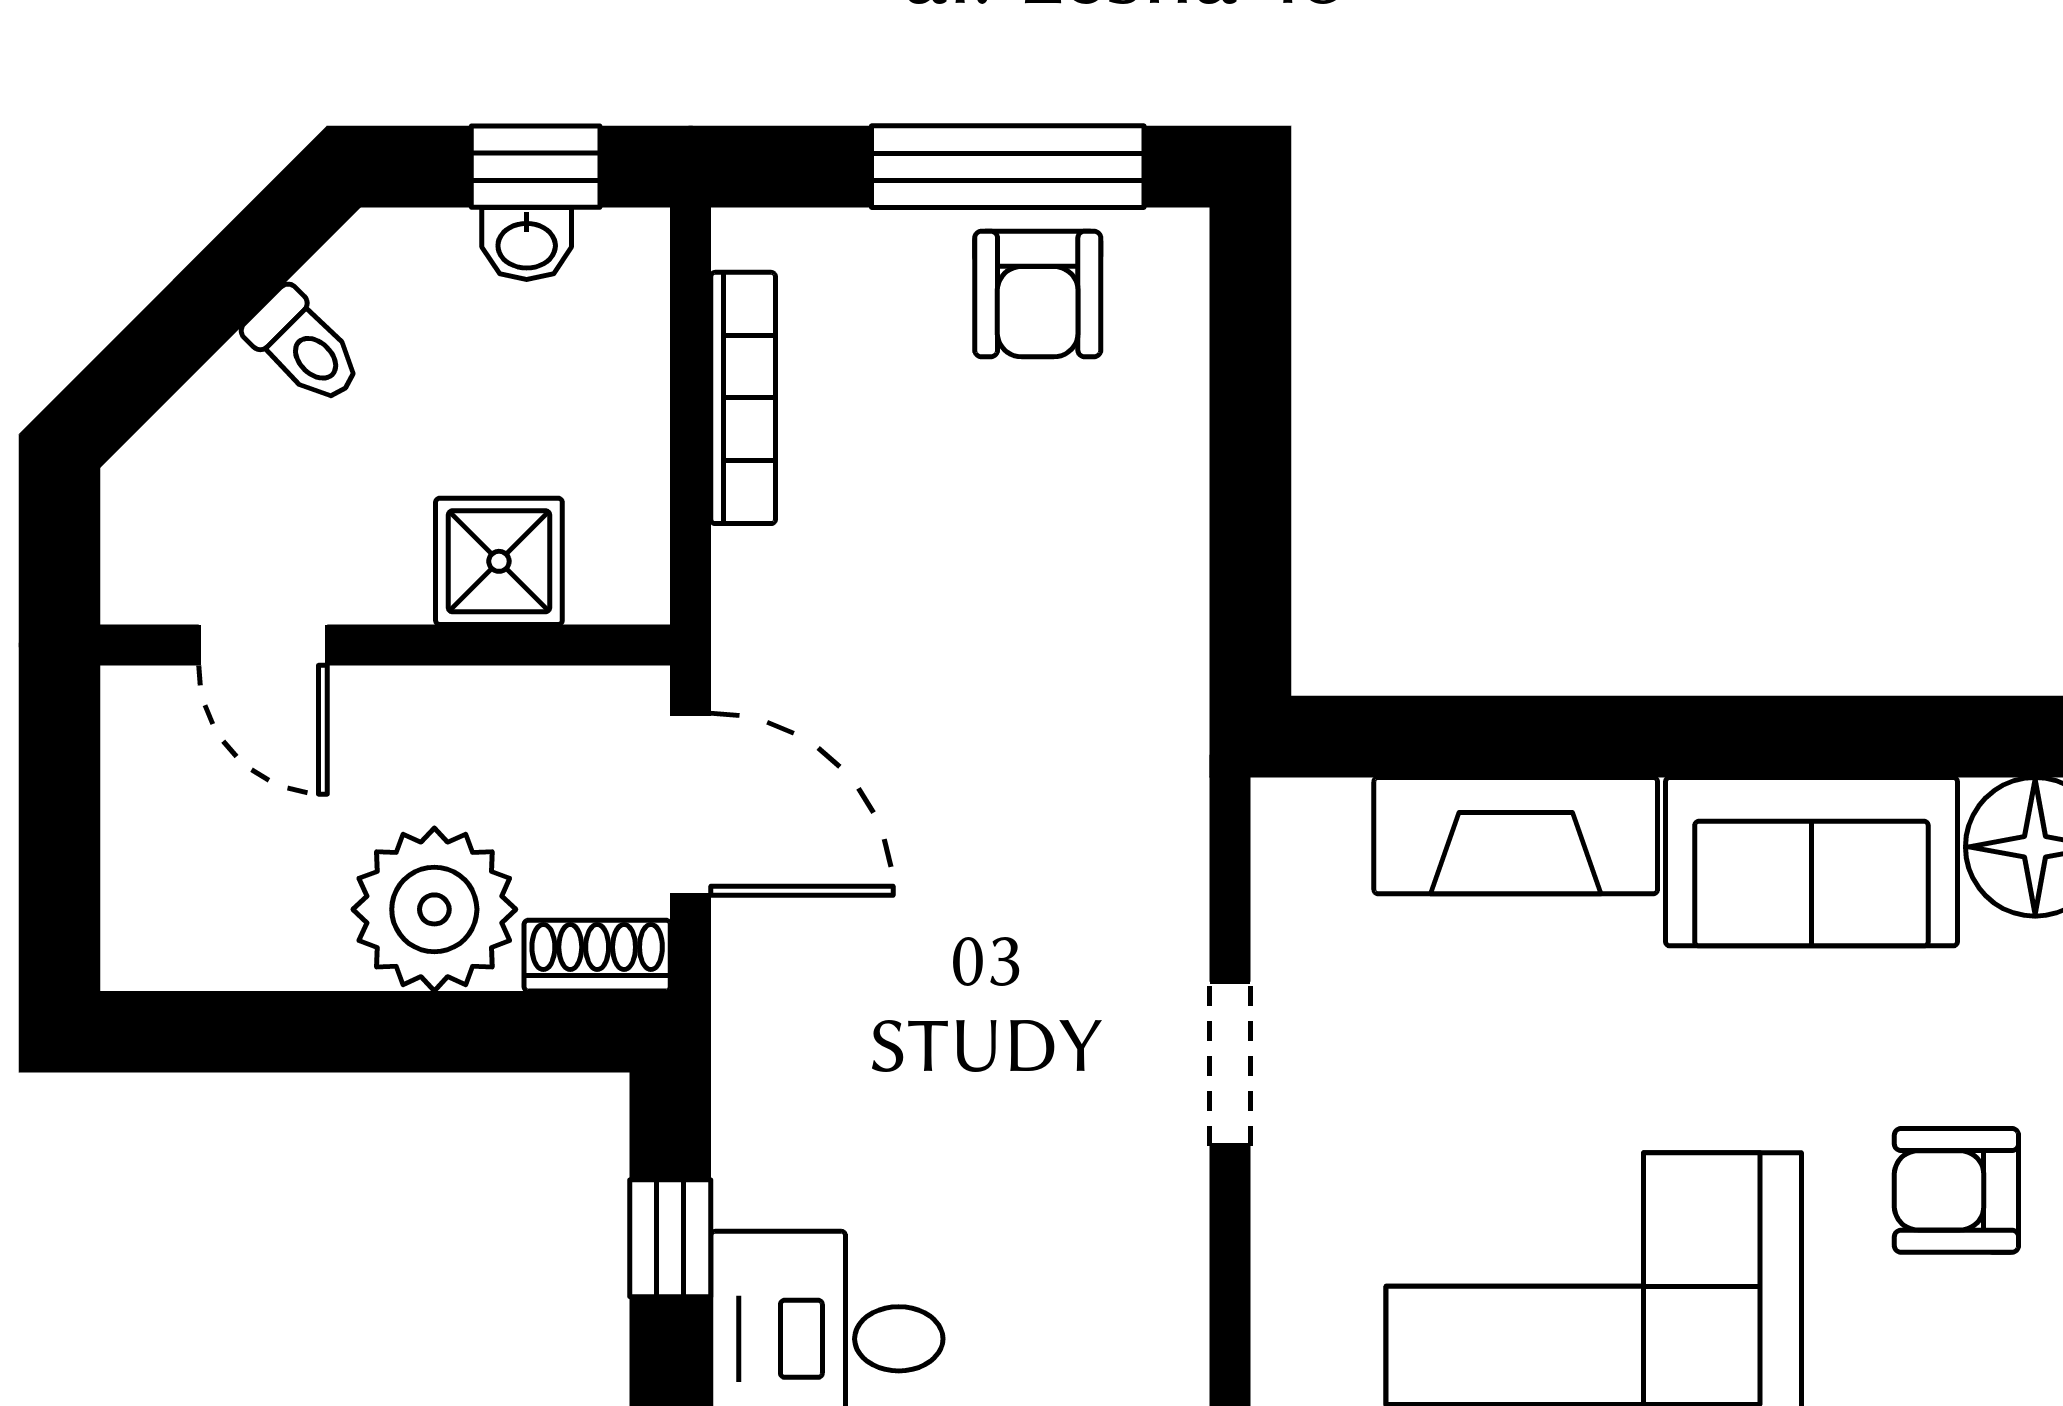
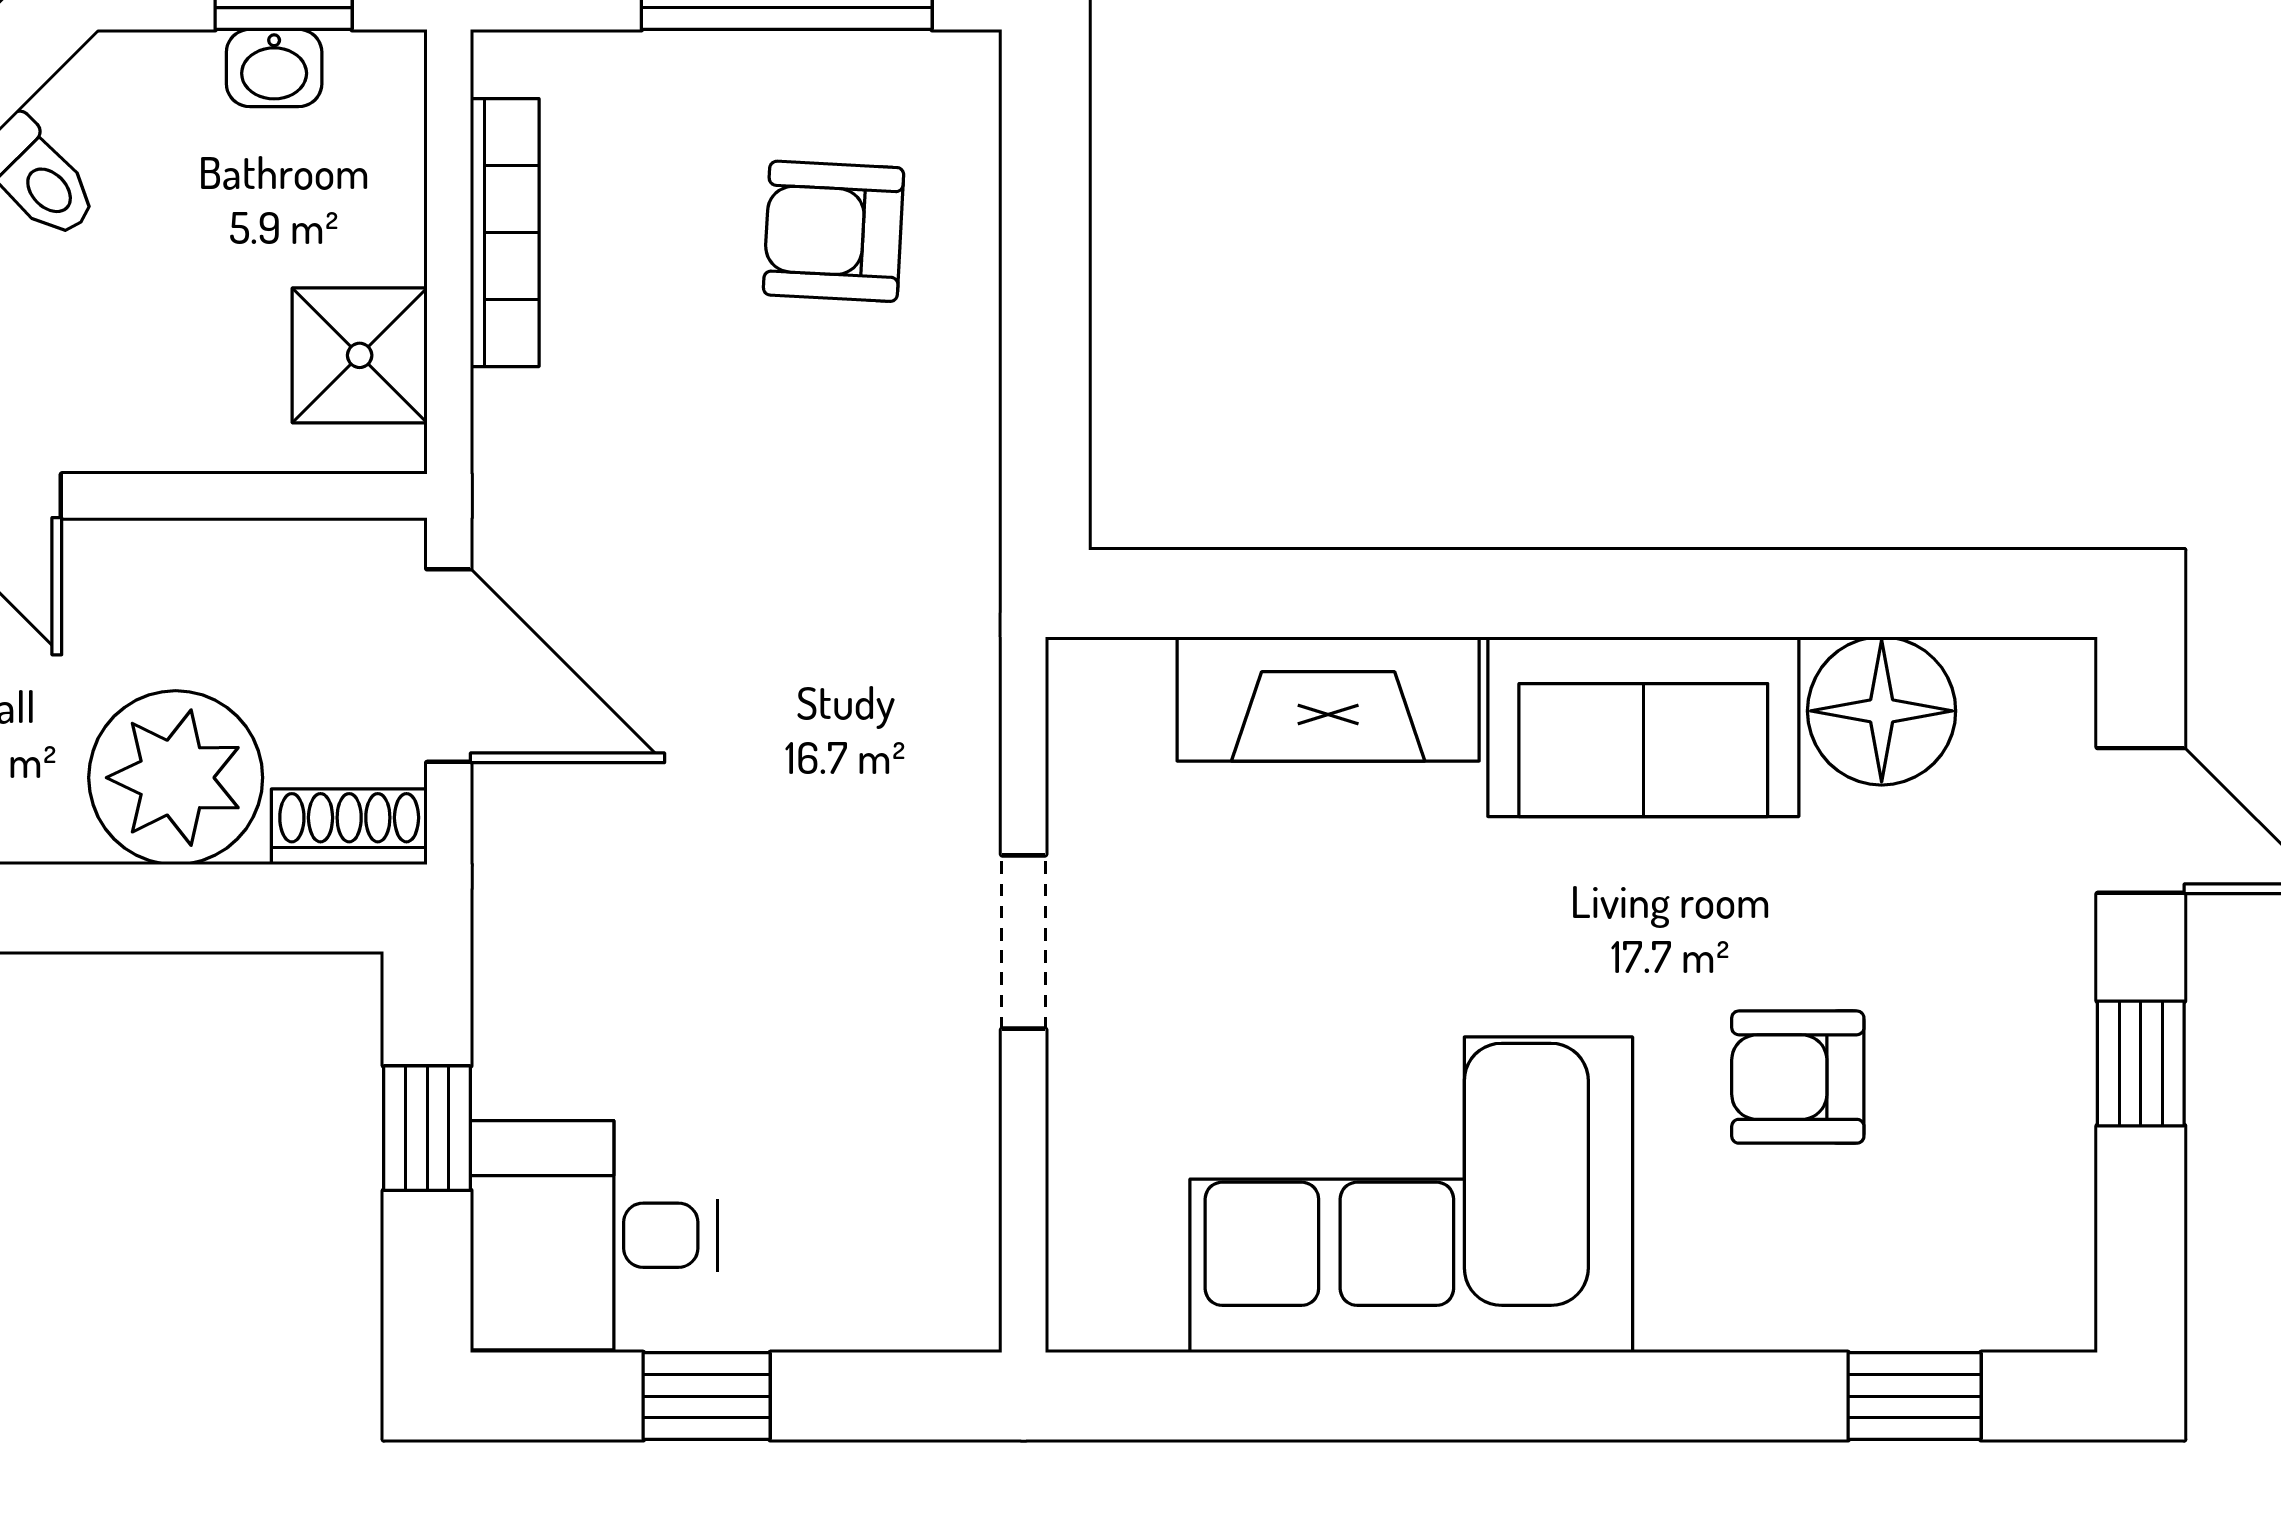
armchair: (1038, 294) -> (834, 231), moved, turned 93
shower: (499, 561) -> (360, 355), moved

